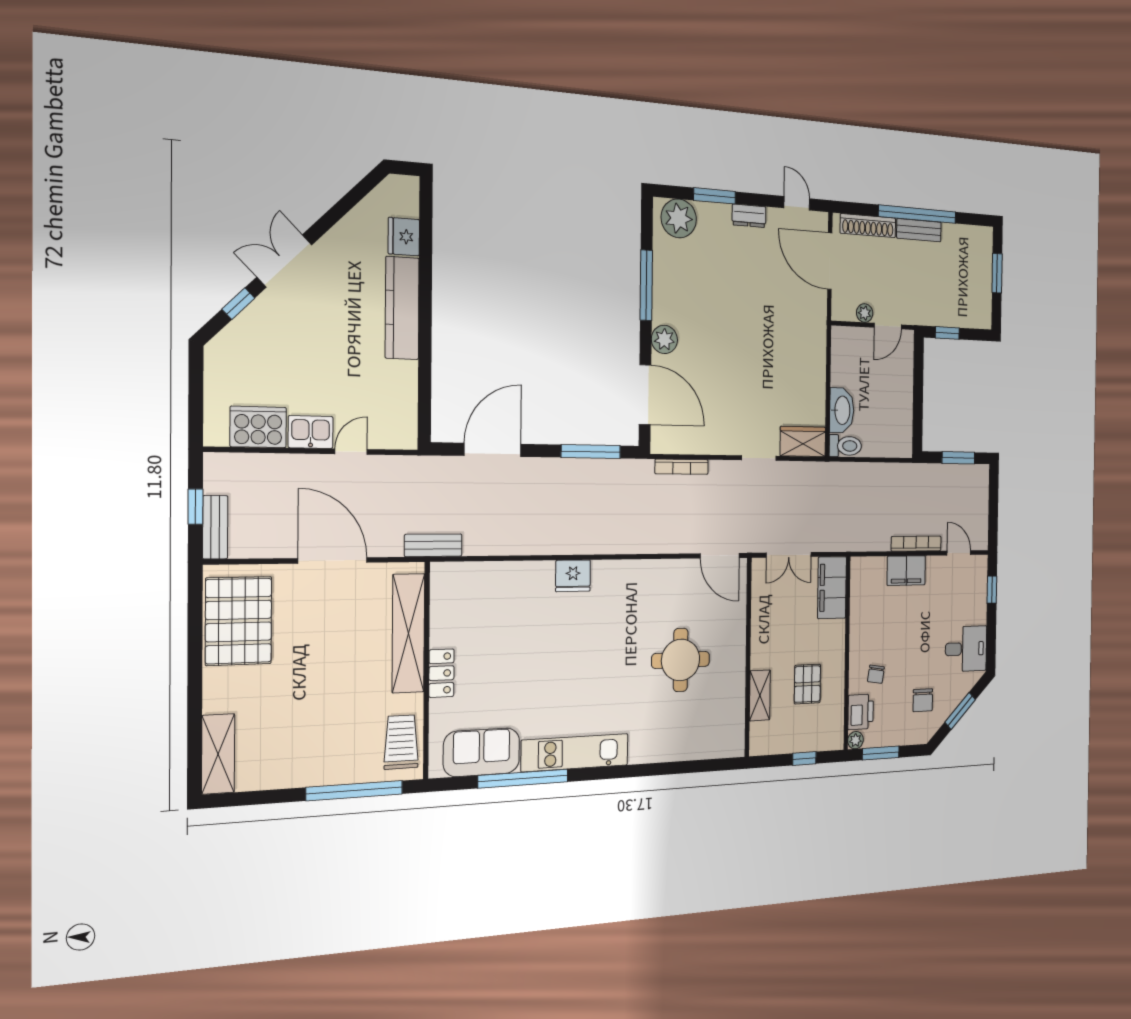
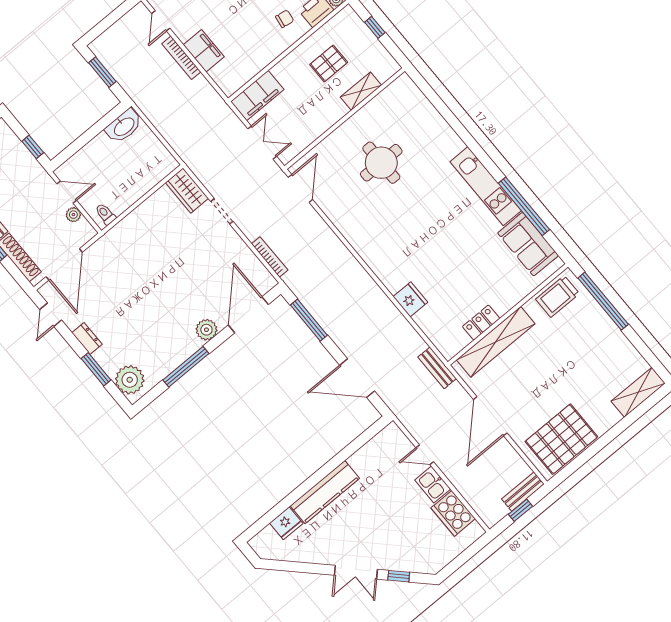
washbasin: (842, 410) -> (124, 126), moved, turned 180
toilet: (845, 446) -> (105, 214), moved, width x0.73, depth x0.72
fridge: (573, 576) -> (410, 299), moved
locker: (441, 673) -> (481, 323), moved

